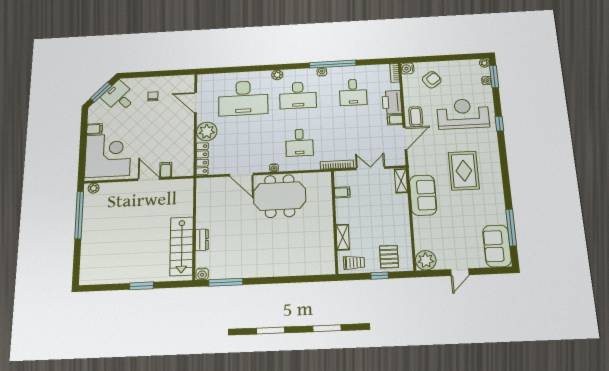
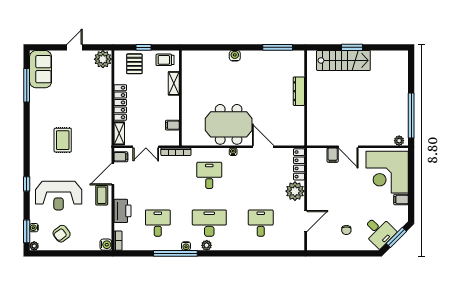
plant: (277, 75) -> (207, 245), moved
armchair: (432, 80) -> (62, 234), moved
desk: (243, 98) -> (261, 223), width x0.53, depth x0.77
door: (196, 103) -> (306, 221), hinge flipped
filing cabinet: (395, 120) -> (121, 157), moved
rug: (464, 171) -> (63, 140), width x0.73, depth x0.70
sofa: (423, 195) -> (101, 119), removed
locker: (402, 214) -> (120, 102), added
dresser: (202, 240) -> (299, 91), width x1.44
stairs: (182, 246) -> (343, 60), moved, turned 90
water cooler: (202, 274) -> (235, 56), moved

